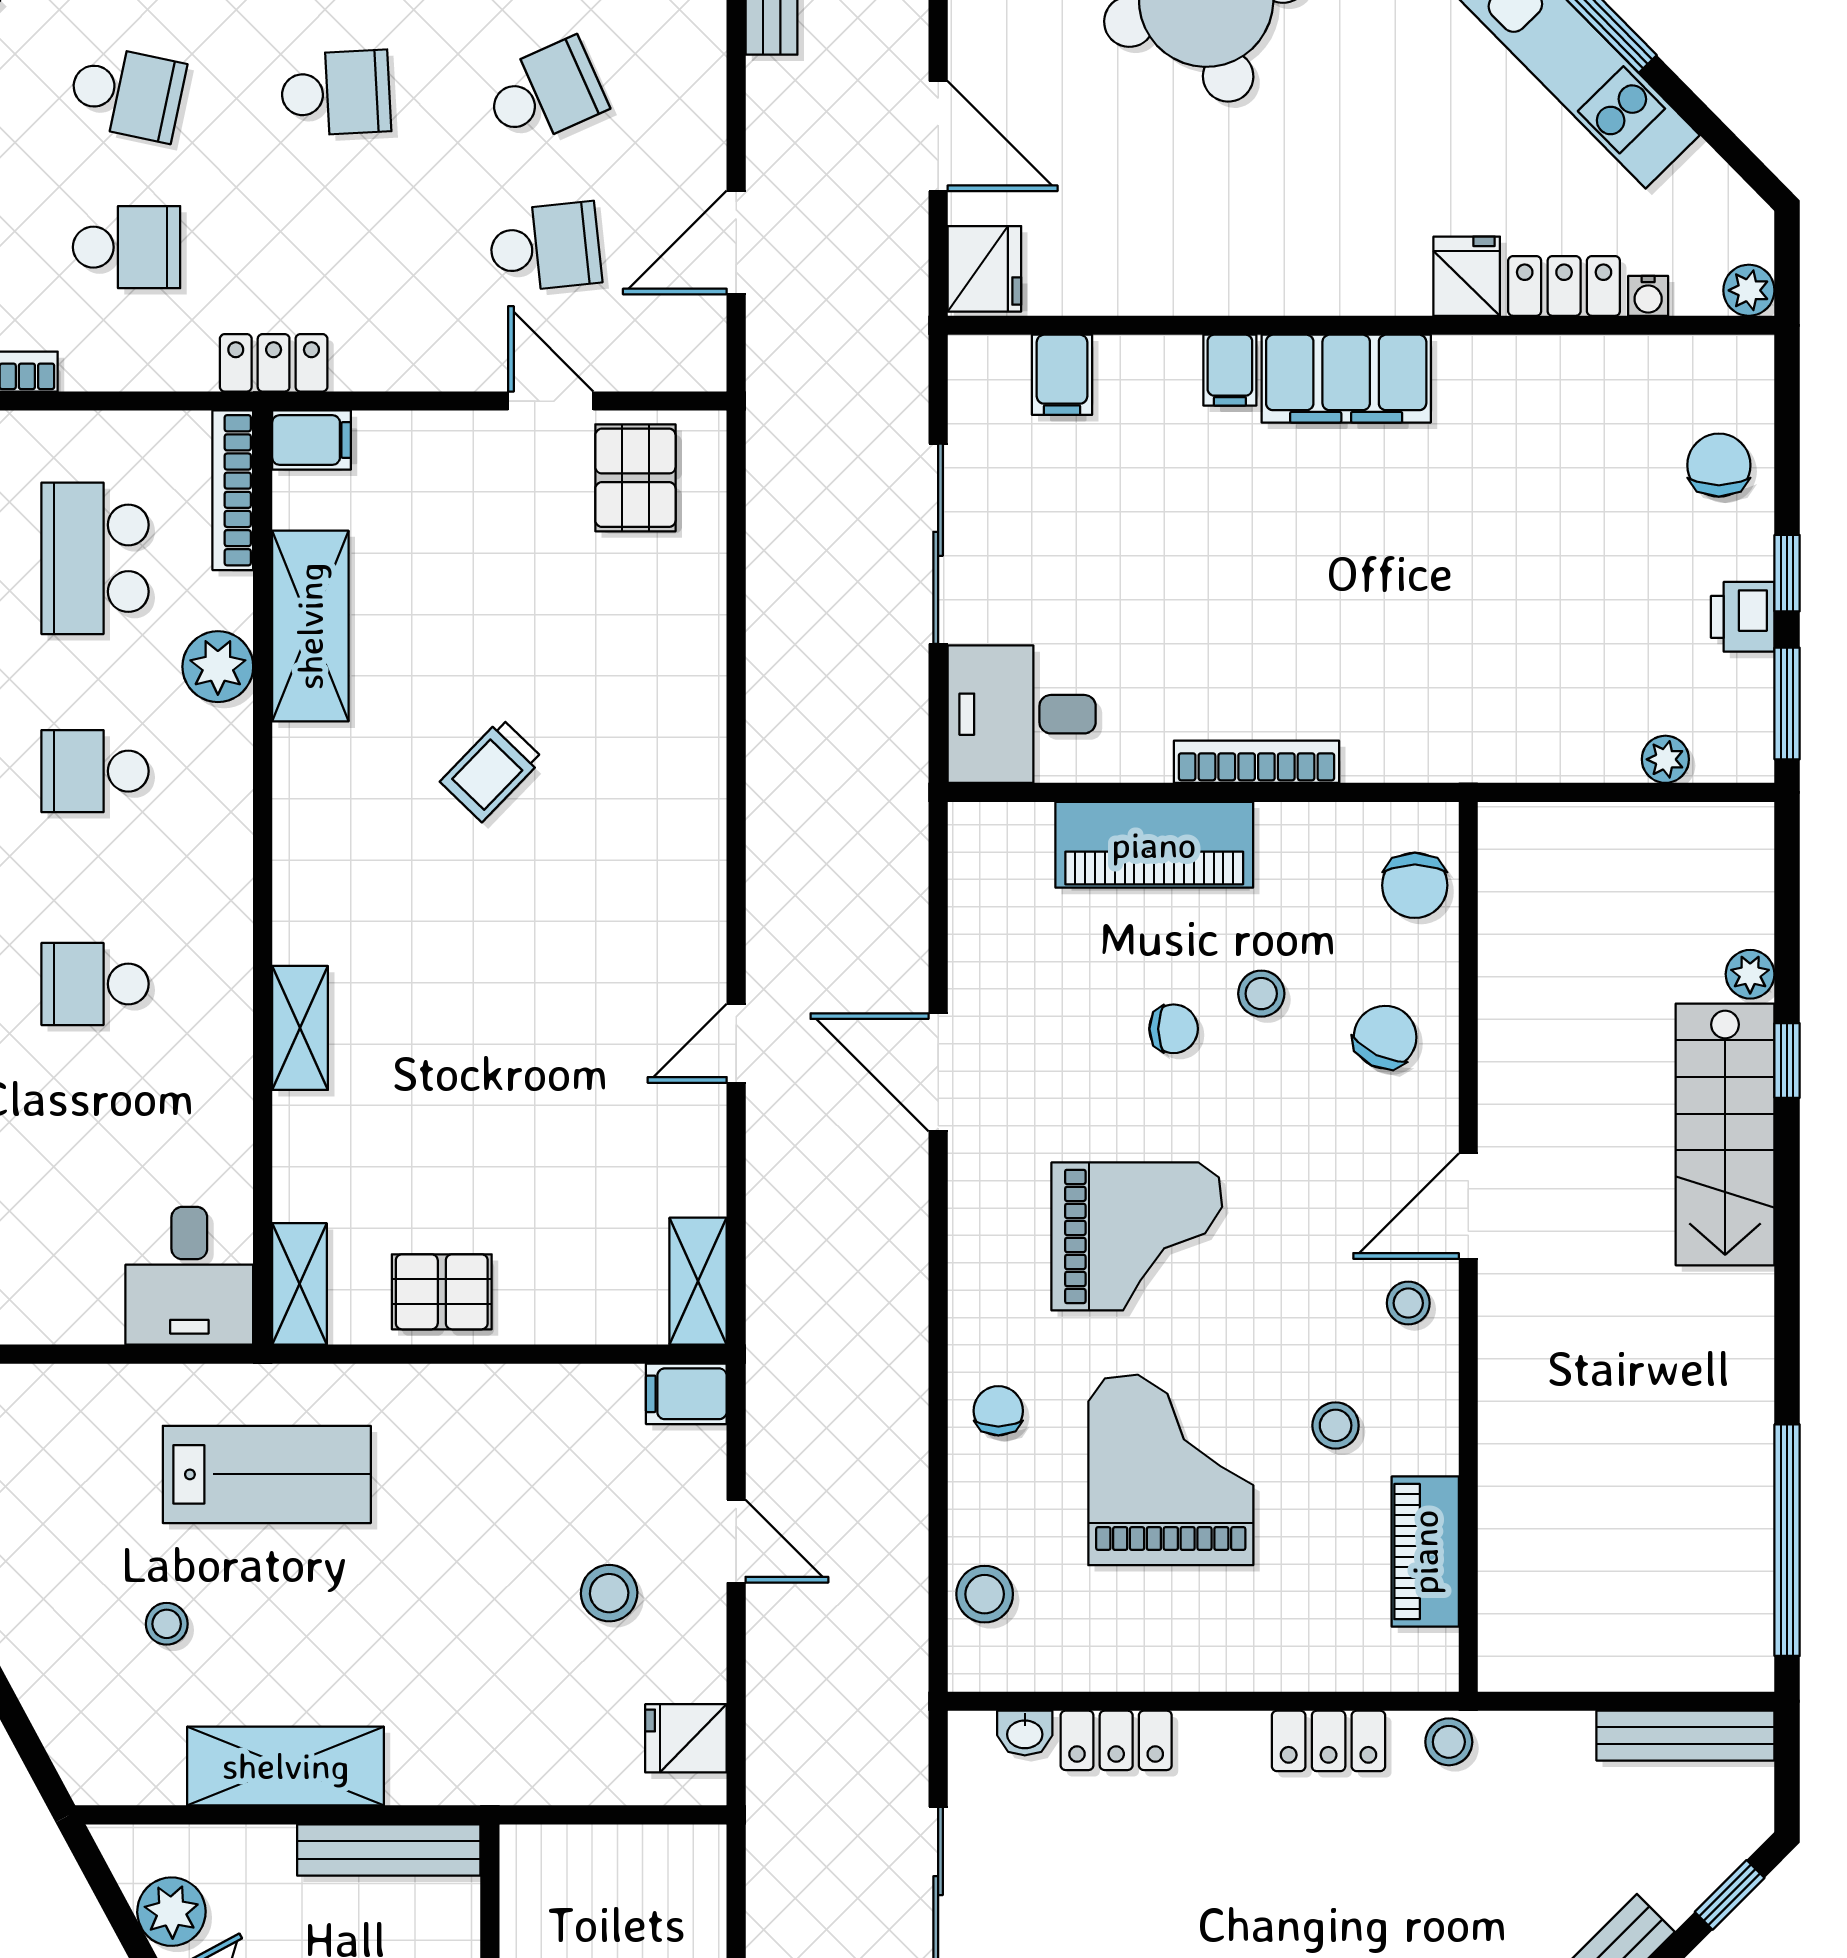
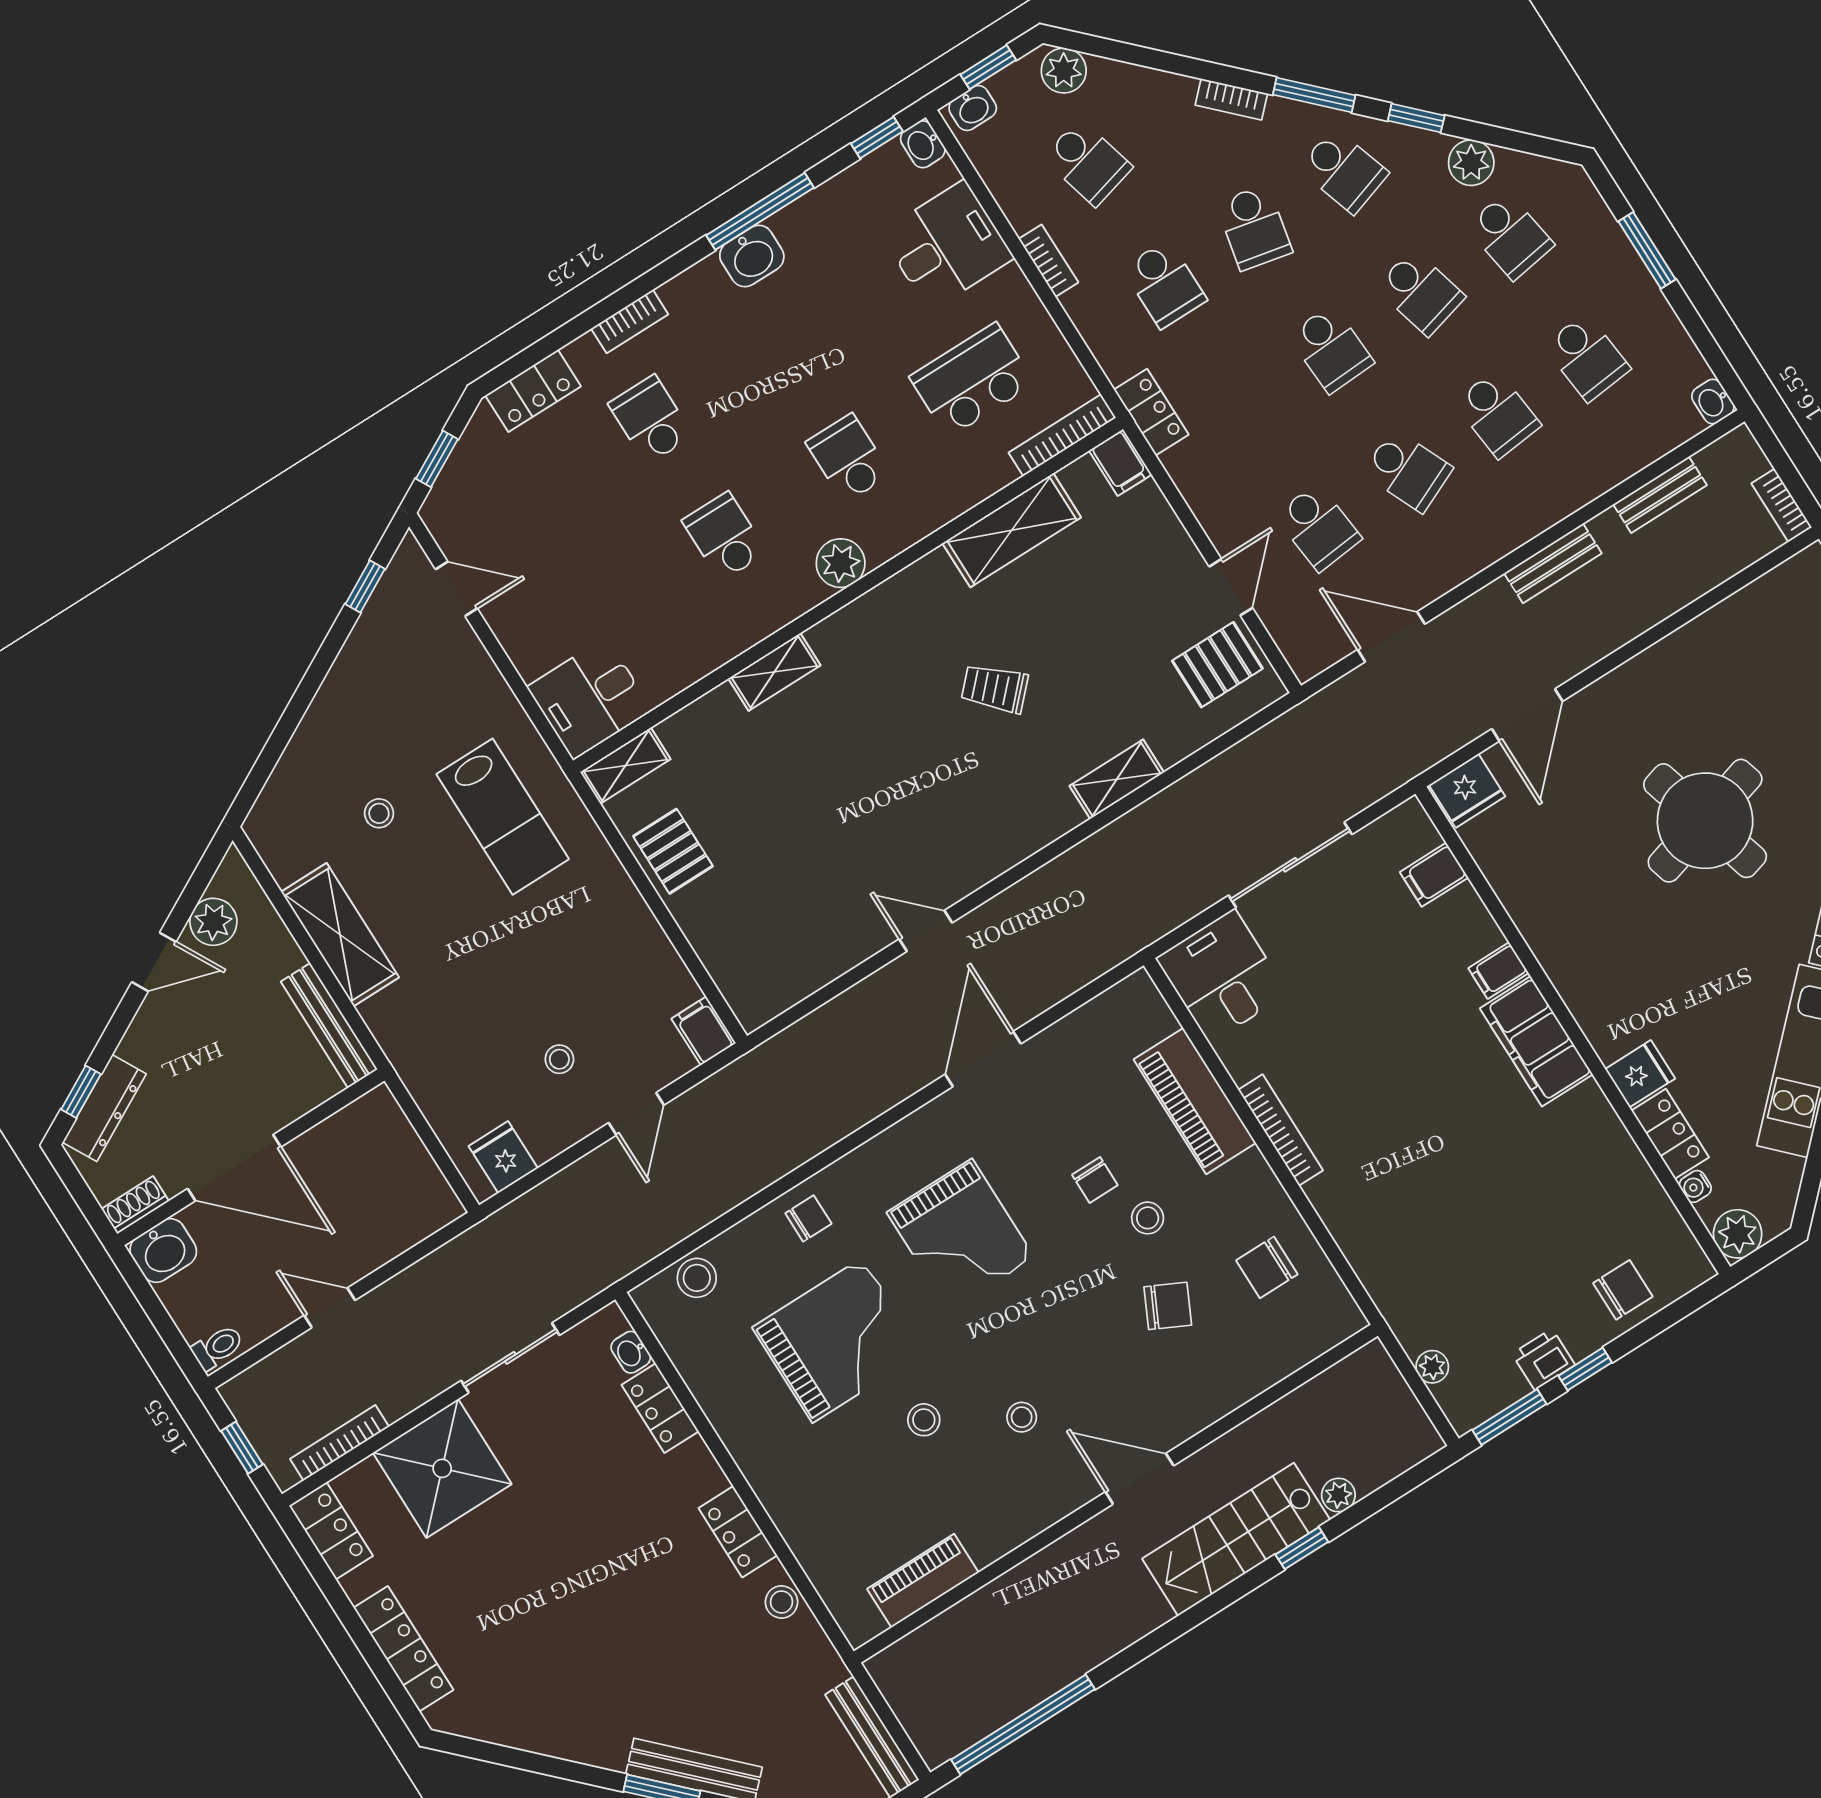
plant: (1749, 290) -> (1738, 1234), width x1.38, depth x1.38
plant: (218, 667) -> (841, 563), moved
door: (1468, 1206) -> (1140, 1479), moved
wall: (1468, 1247) -> (1116, 1494), moved
shelving: (698, 1281) -> (1117, 779), moved
piano: (1425, 1552) -> (923, 1581), moved
stool: (609, 1593) -> (559, 1059), width x0.73, depth x0.73

